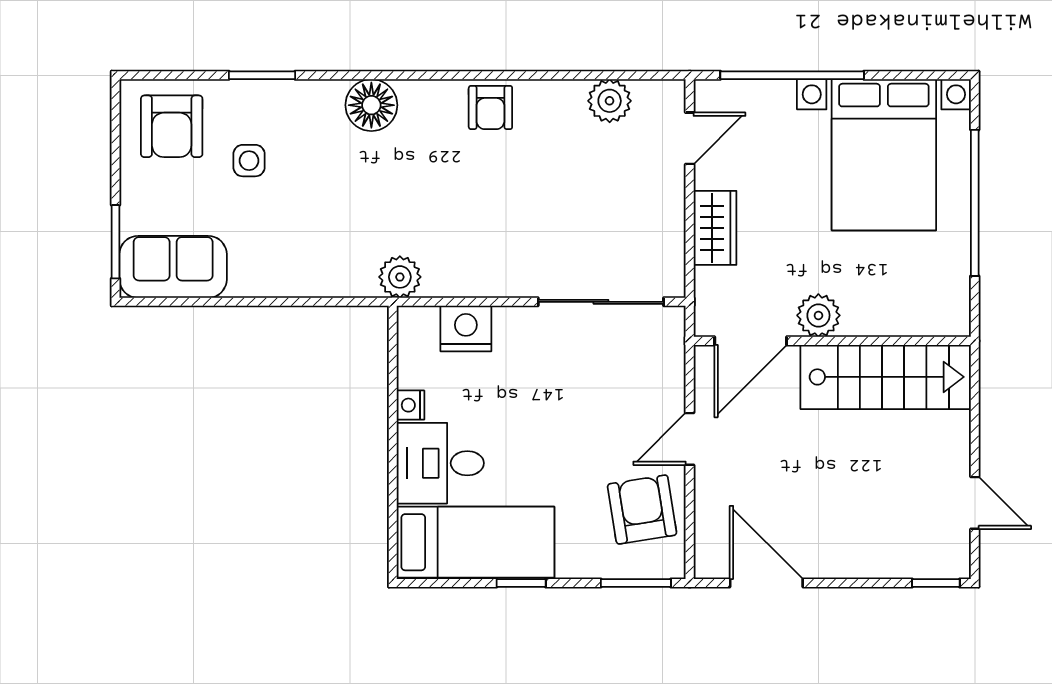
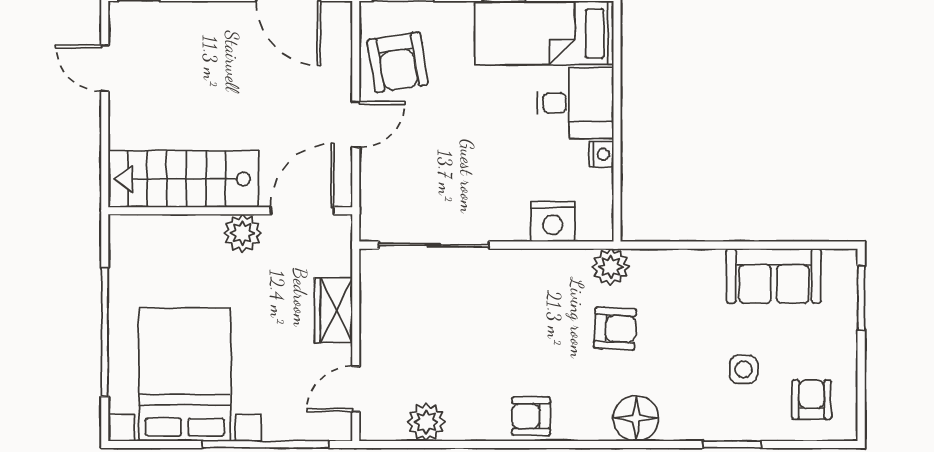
armchair: (490, 108) -> (531, 416), turned -90
armchair: (172, 126) -> (812, 400), width x0.72, depth x0.72
armchair: (395, 207) -> (615, 329), added
sofa: (173, 267) -> (774, 276), moved

